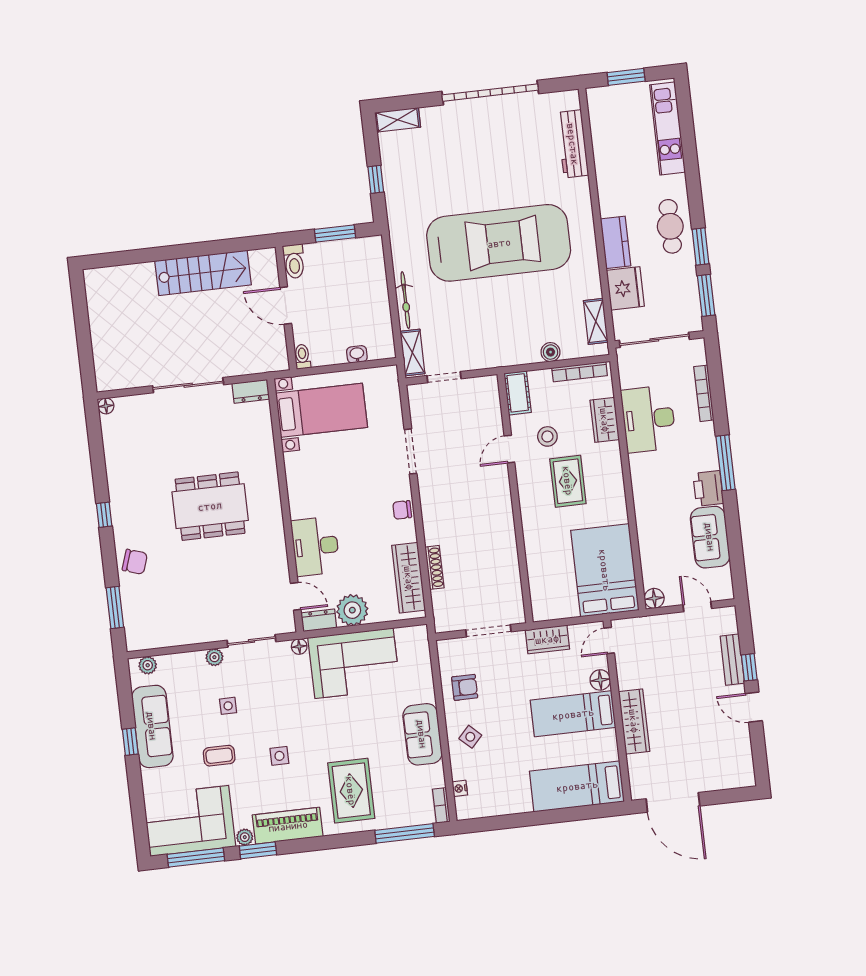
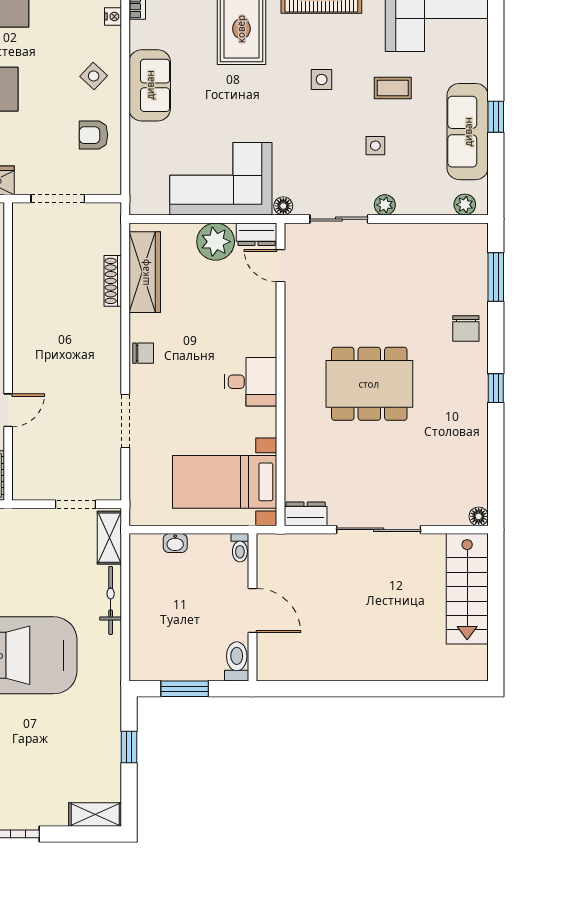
stairs: (203, 273) -> (467, 589), moved, turned -90
desk: (315, 546) -> (250, 382), moved, width x0.73
chair: (135, 562) -> (466, 328), turned -108

